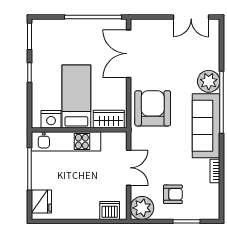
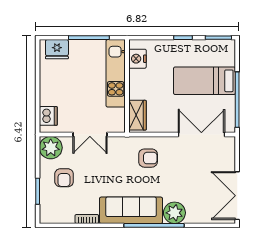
double door: (191, 17) -> (237, 196), width x1.37
bed: (76, 96) -> (205, 81), moved, turned 180
armchair: (153, 108) -> (148, 158), width x0.53, depth x0.53

